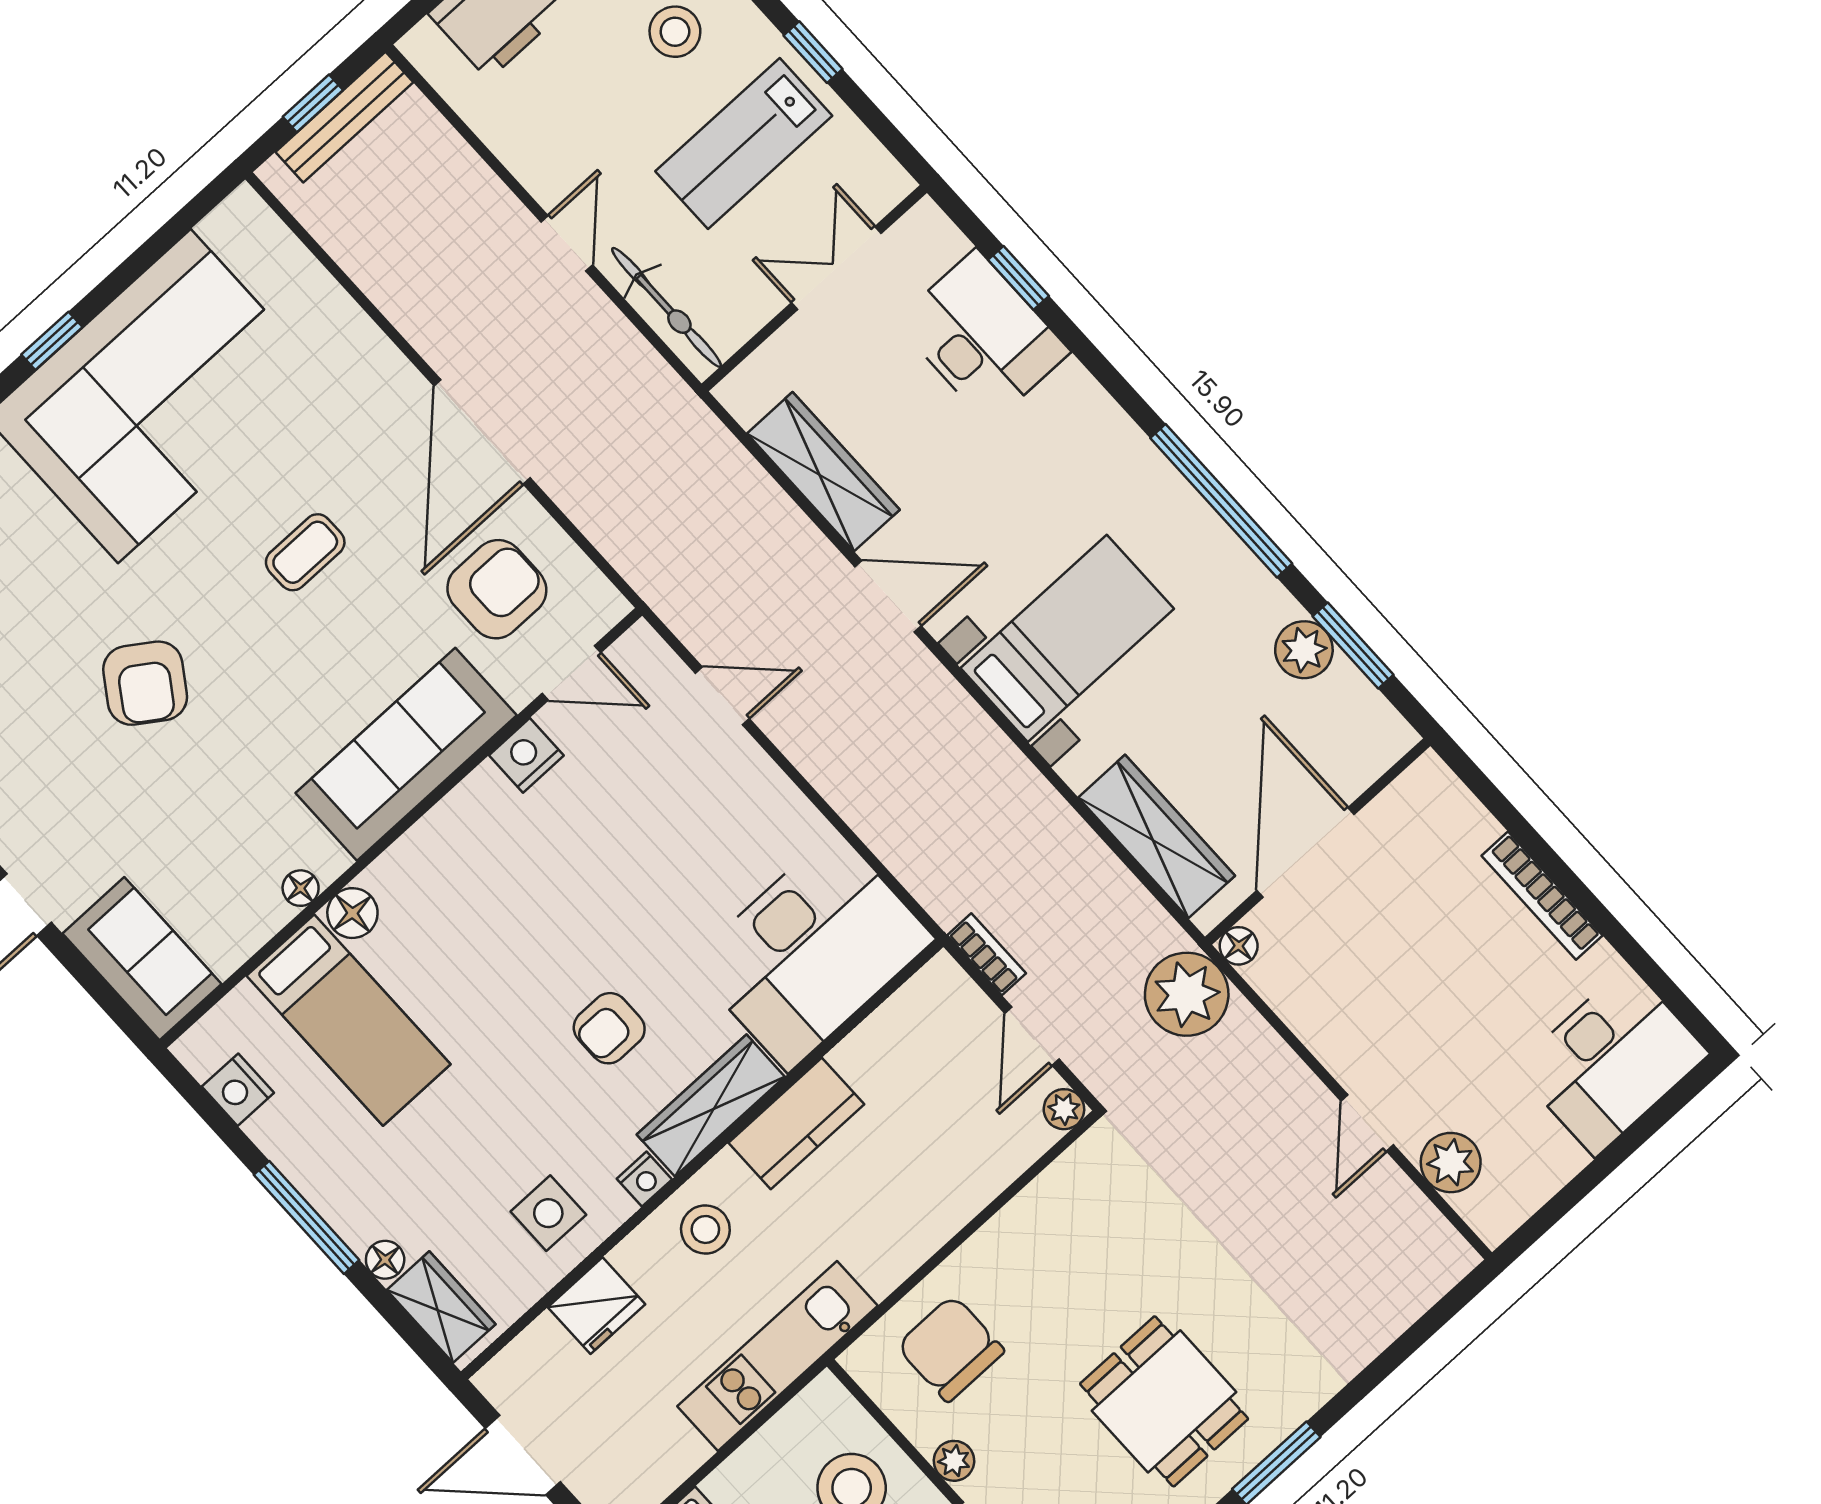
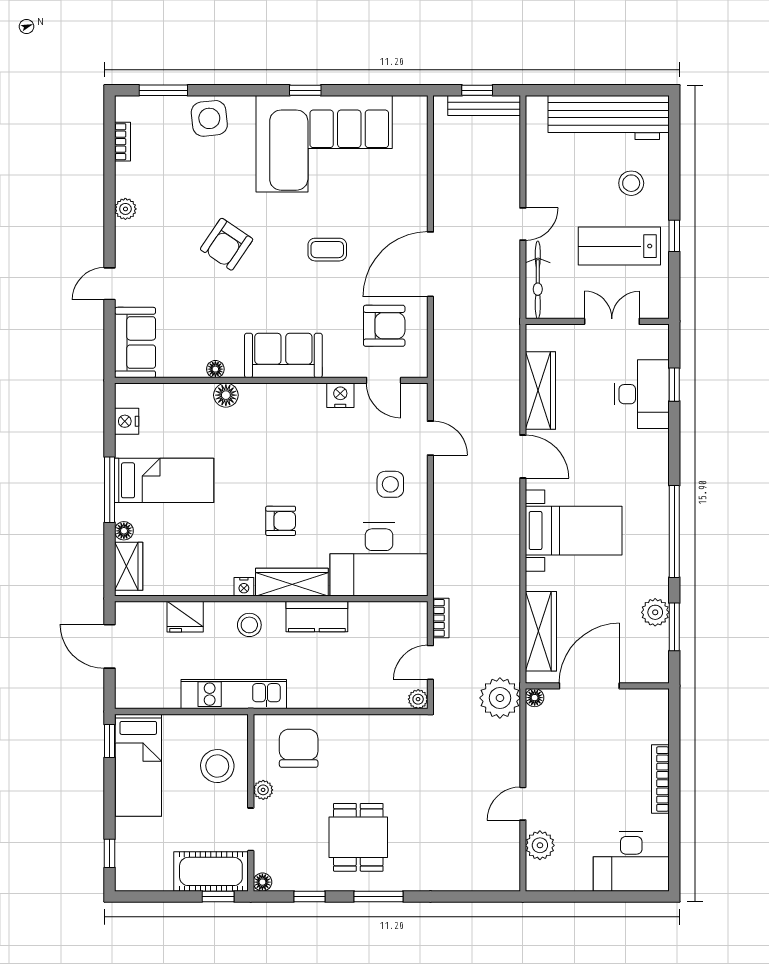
sofa: (406, 754) -> (283, 355), width x0.73
bed: (349, 1020) -> (164, 480), moved, turned -90
armchair: (609, 1028) -> (281, 521), turned 180
side table: (548, 1213) -> (390, 484), moved

